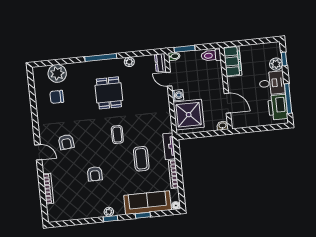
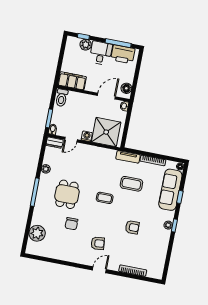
dining table: (109, 93) -> (67, 194), turned 90
chair: (57, 97) -> (71, 224), moved
floor lamp: (242, 122) -> (126, 88), added

